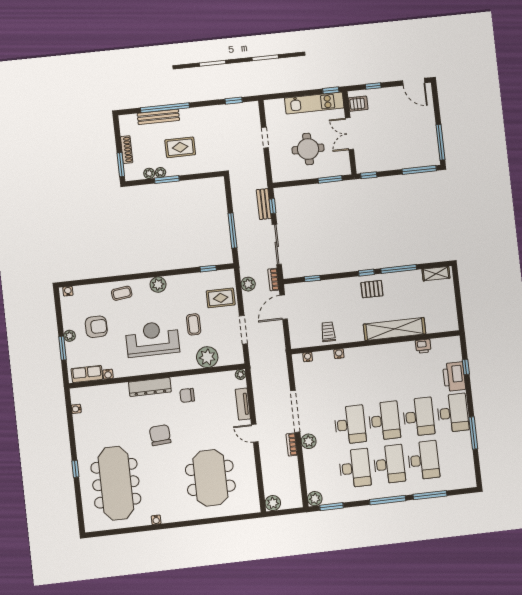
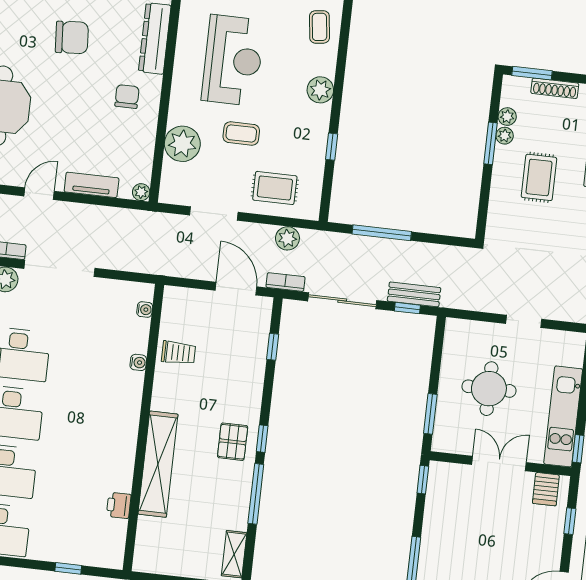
window: (208, 269) -> (332, 147), moved
rug: (221, 298) -> (275, 188), turned 90
printer: (454, 377) -> (57, 545), removed

